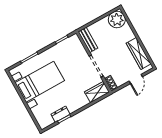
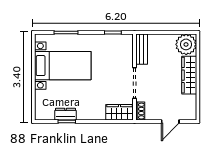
wardrobe: (139, 54) -> (189, 75), moved

